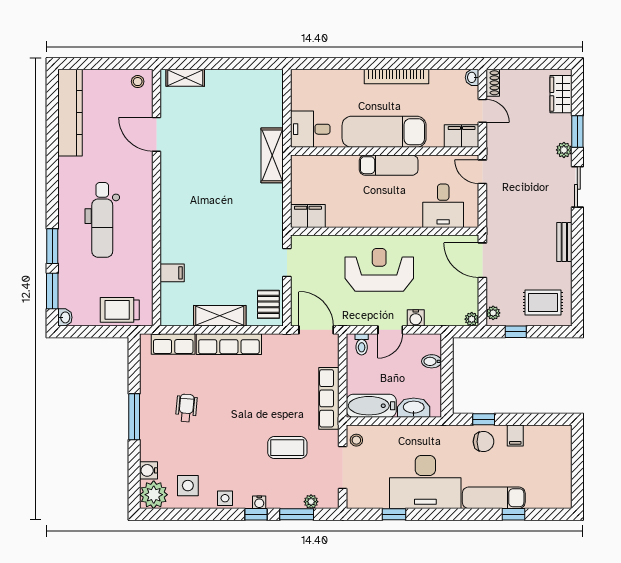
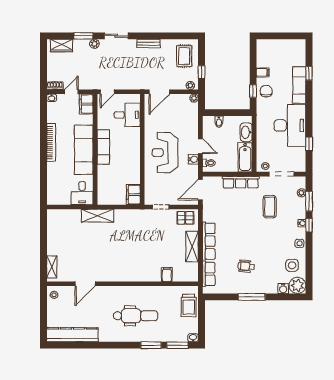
water cooler: (416, 318) -> (193, 159), moved

